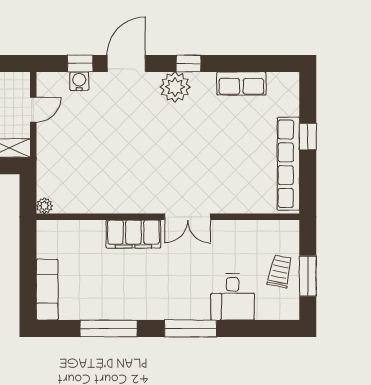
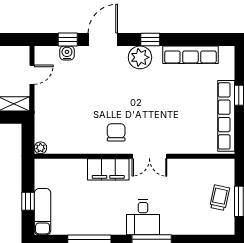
row of seats: (241, 84) -> (190, 55), width x1.48
chair: (144, 185) -> (116, 132), added
window: (28, 276) -> (28, 201), added
desk: (233, 297) -> (143, 217), moved

